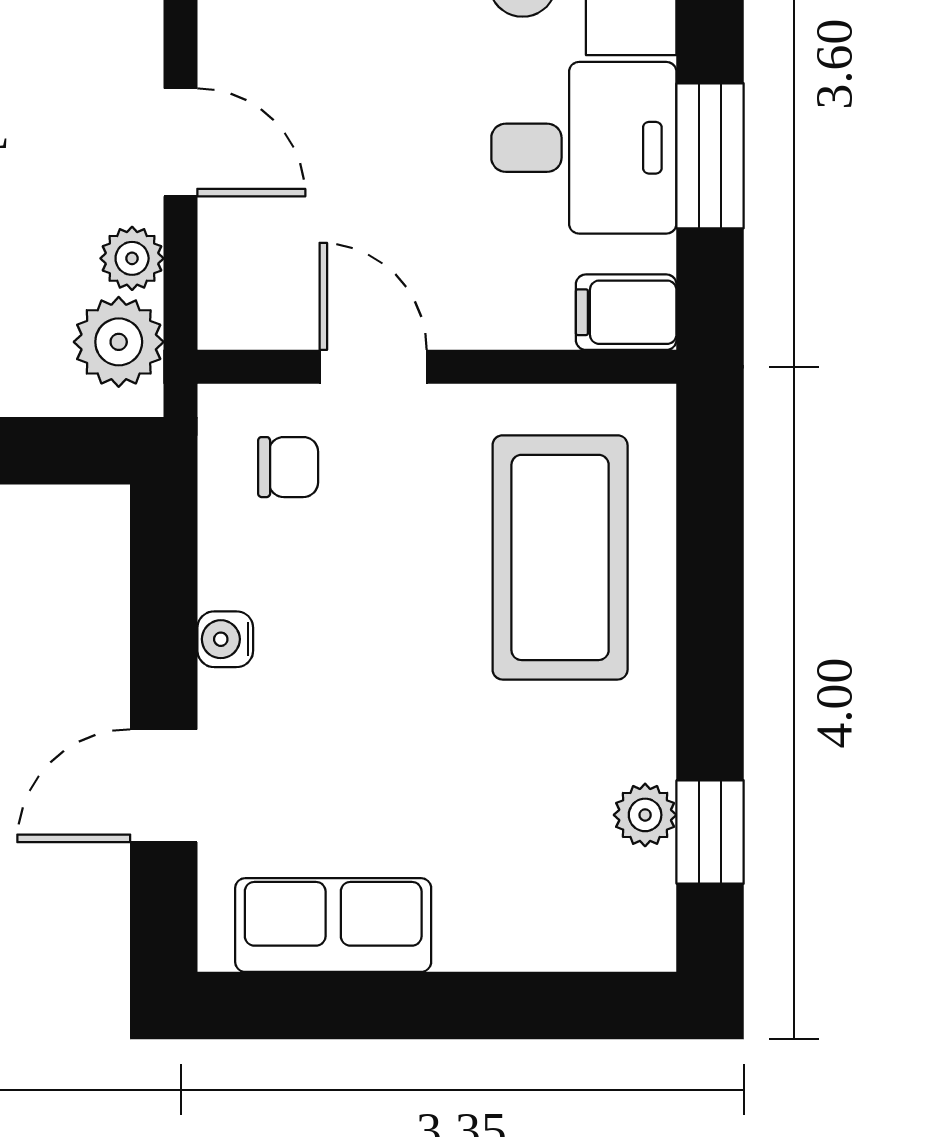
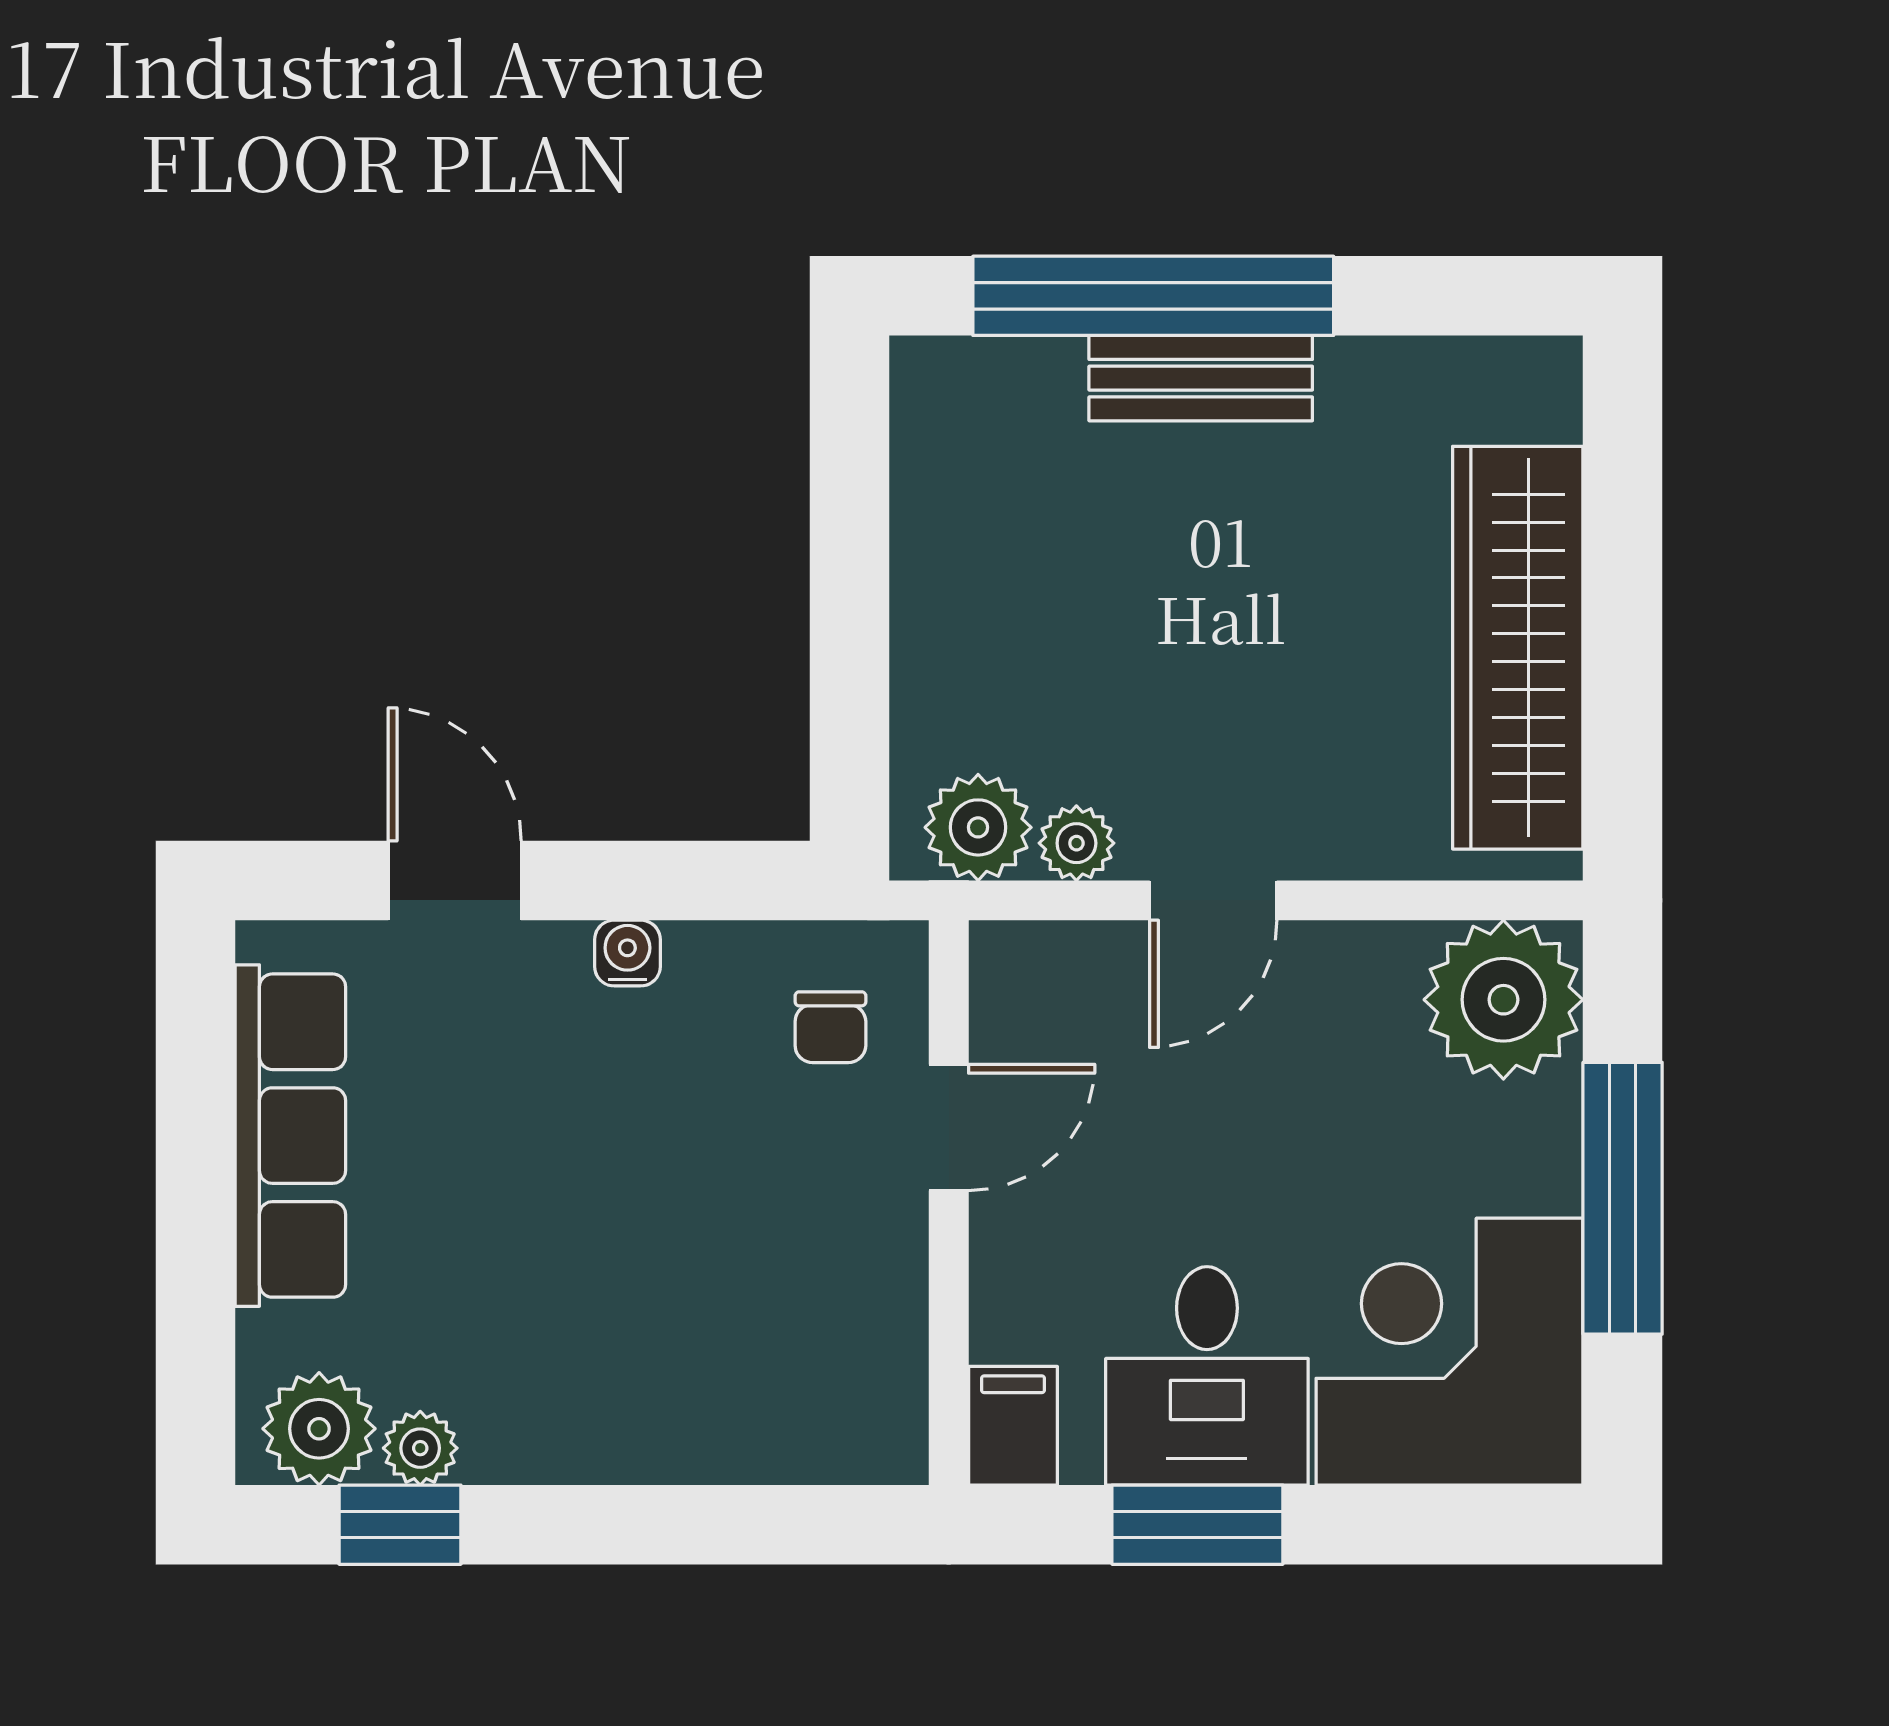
coffee table: (560, 557) -> (724, 1348), removed
plant: (629, 901) -> (319, 1429), added
row of seats: (333, 925) -> (290, 1136), width x1.48

